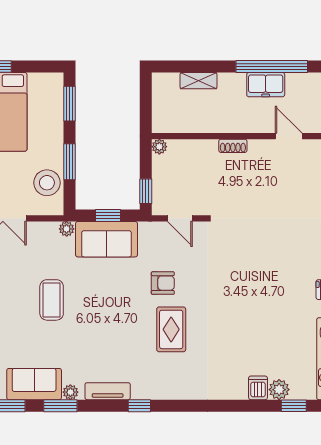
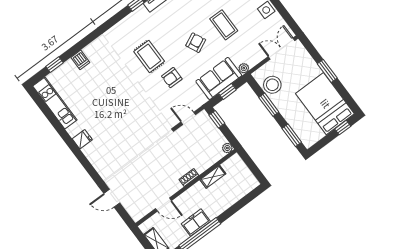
shelving: (199, 81) -> (213, 177), moved
armchair: (102, 304) -> (196, 43), added
plant: (279, 390) -> (69, 67), removed

